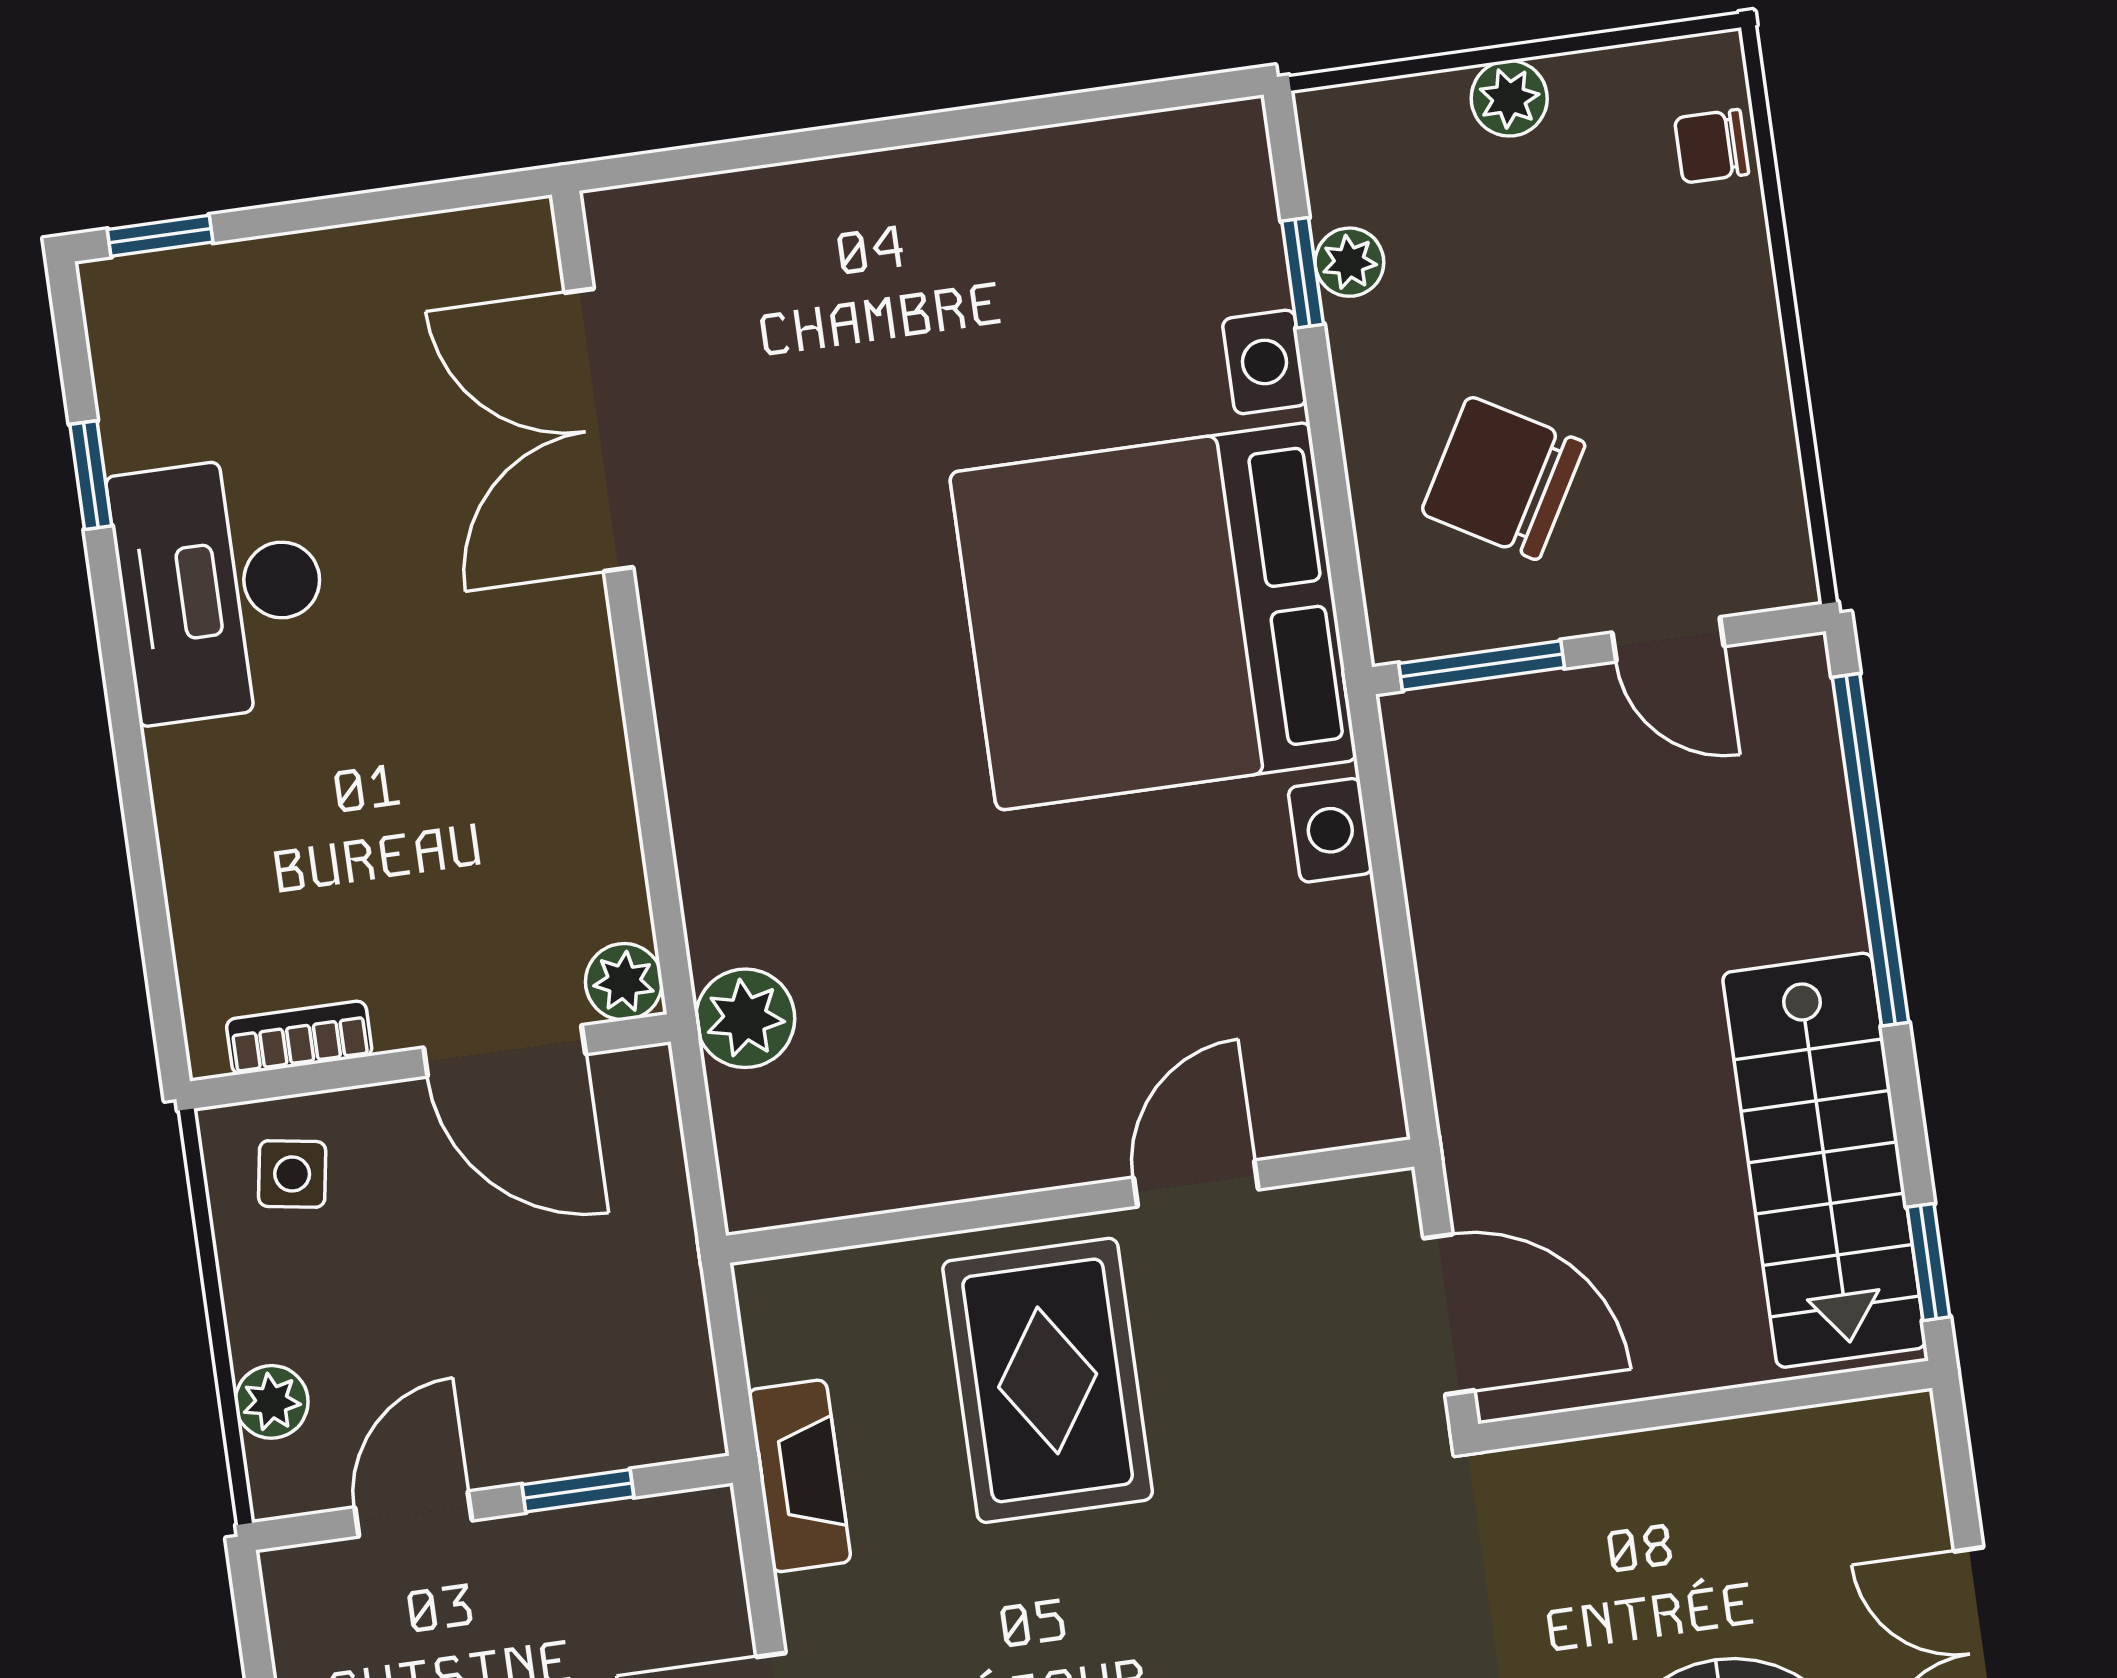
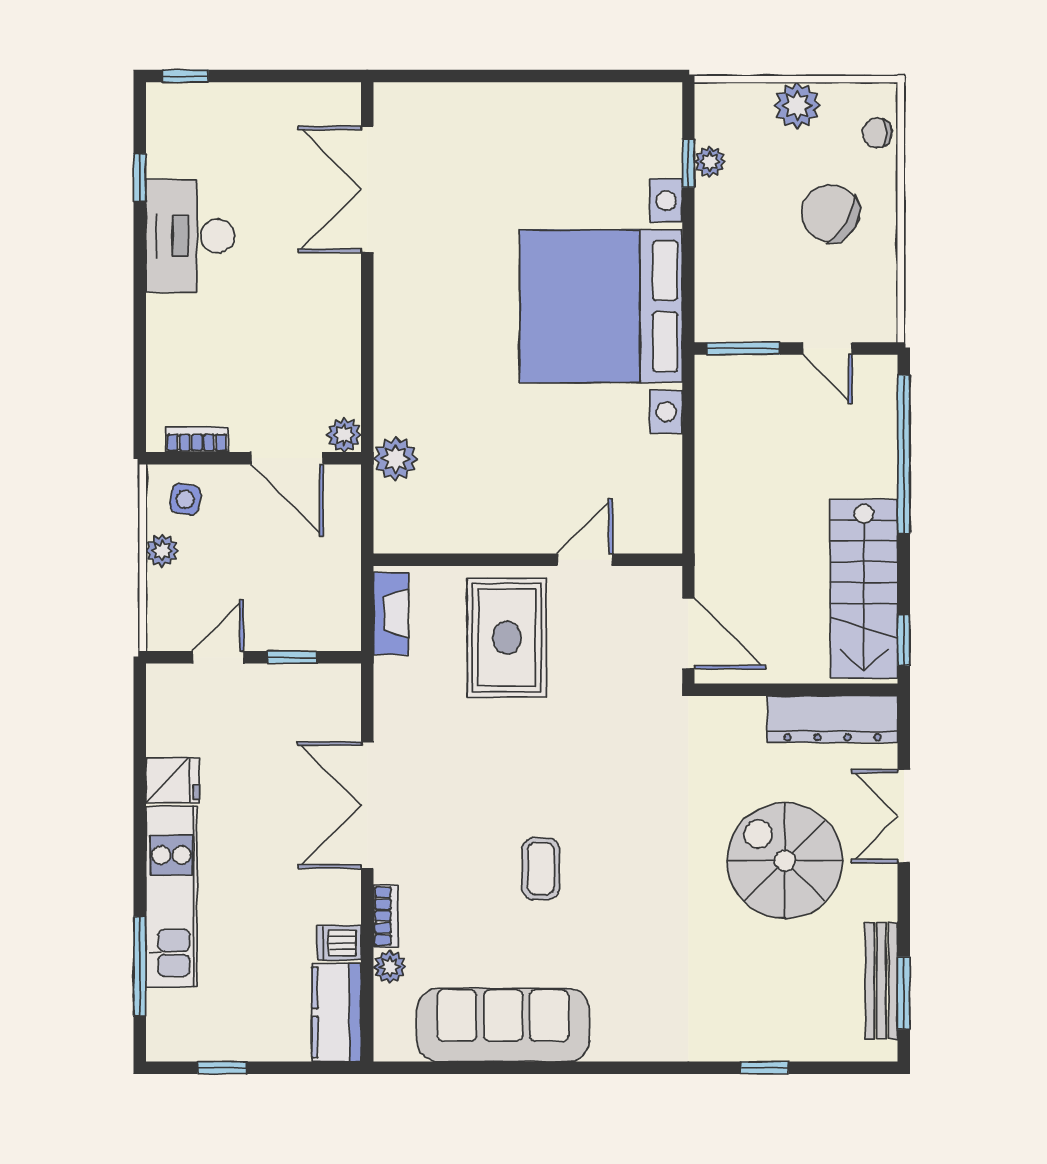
plant: (1509, 98) -> (797, 105), width x1.38, depth x1.38
chair: (1503, 478) -> (831, 213), moved
plant: (272, 1402) -> (162, 551), moved
dresser: (1795, 1460) -> (833, 719), added
fireplace: (799, 1476) -> (391, 613), moved

